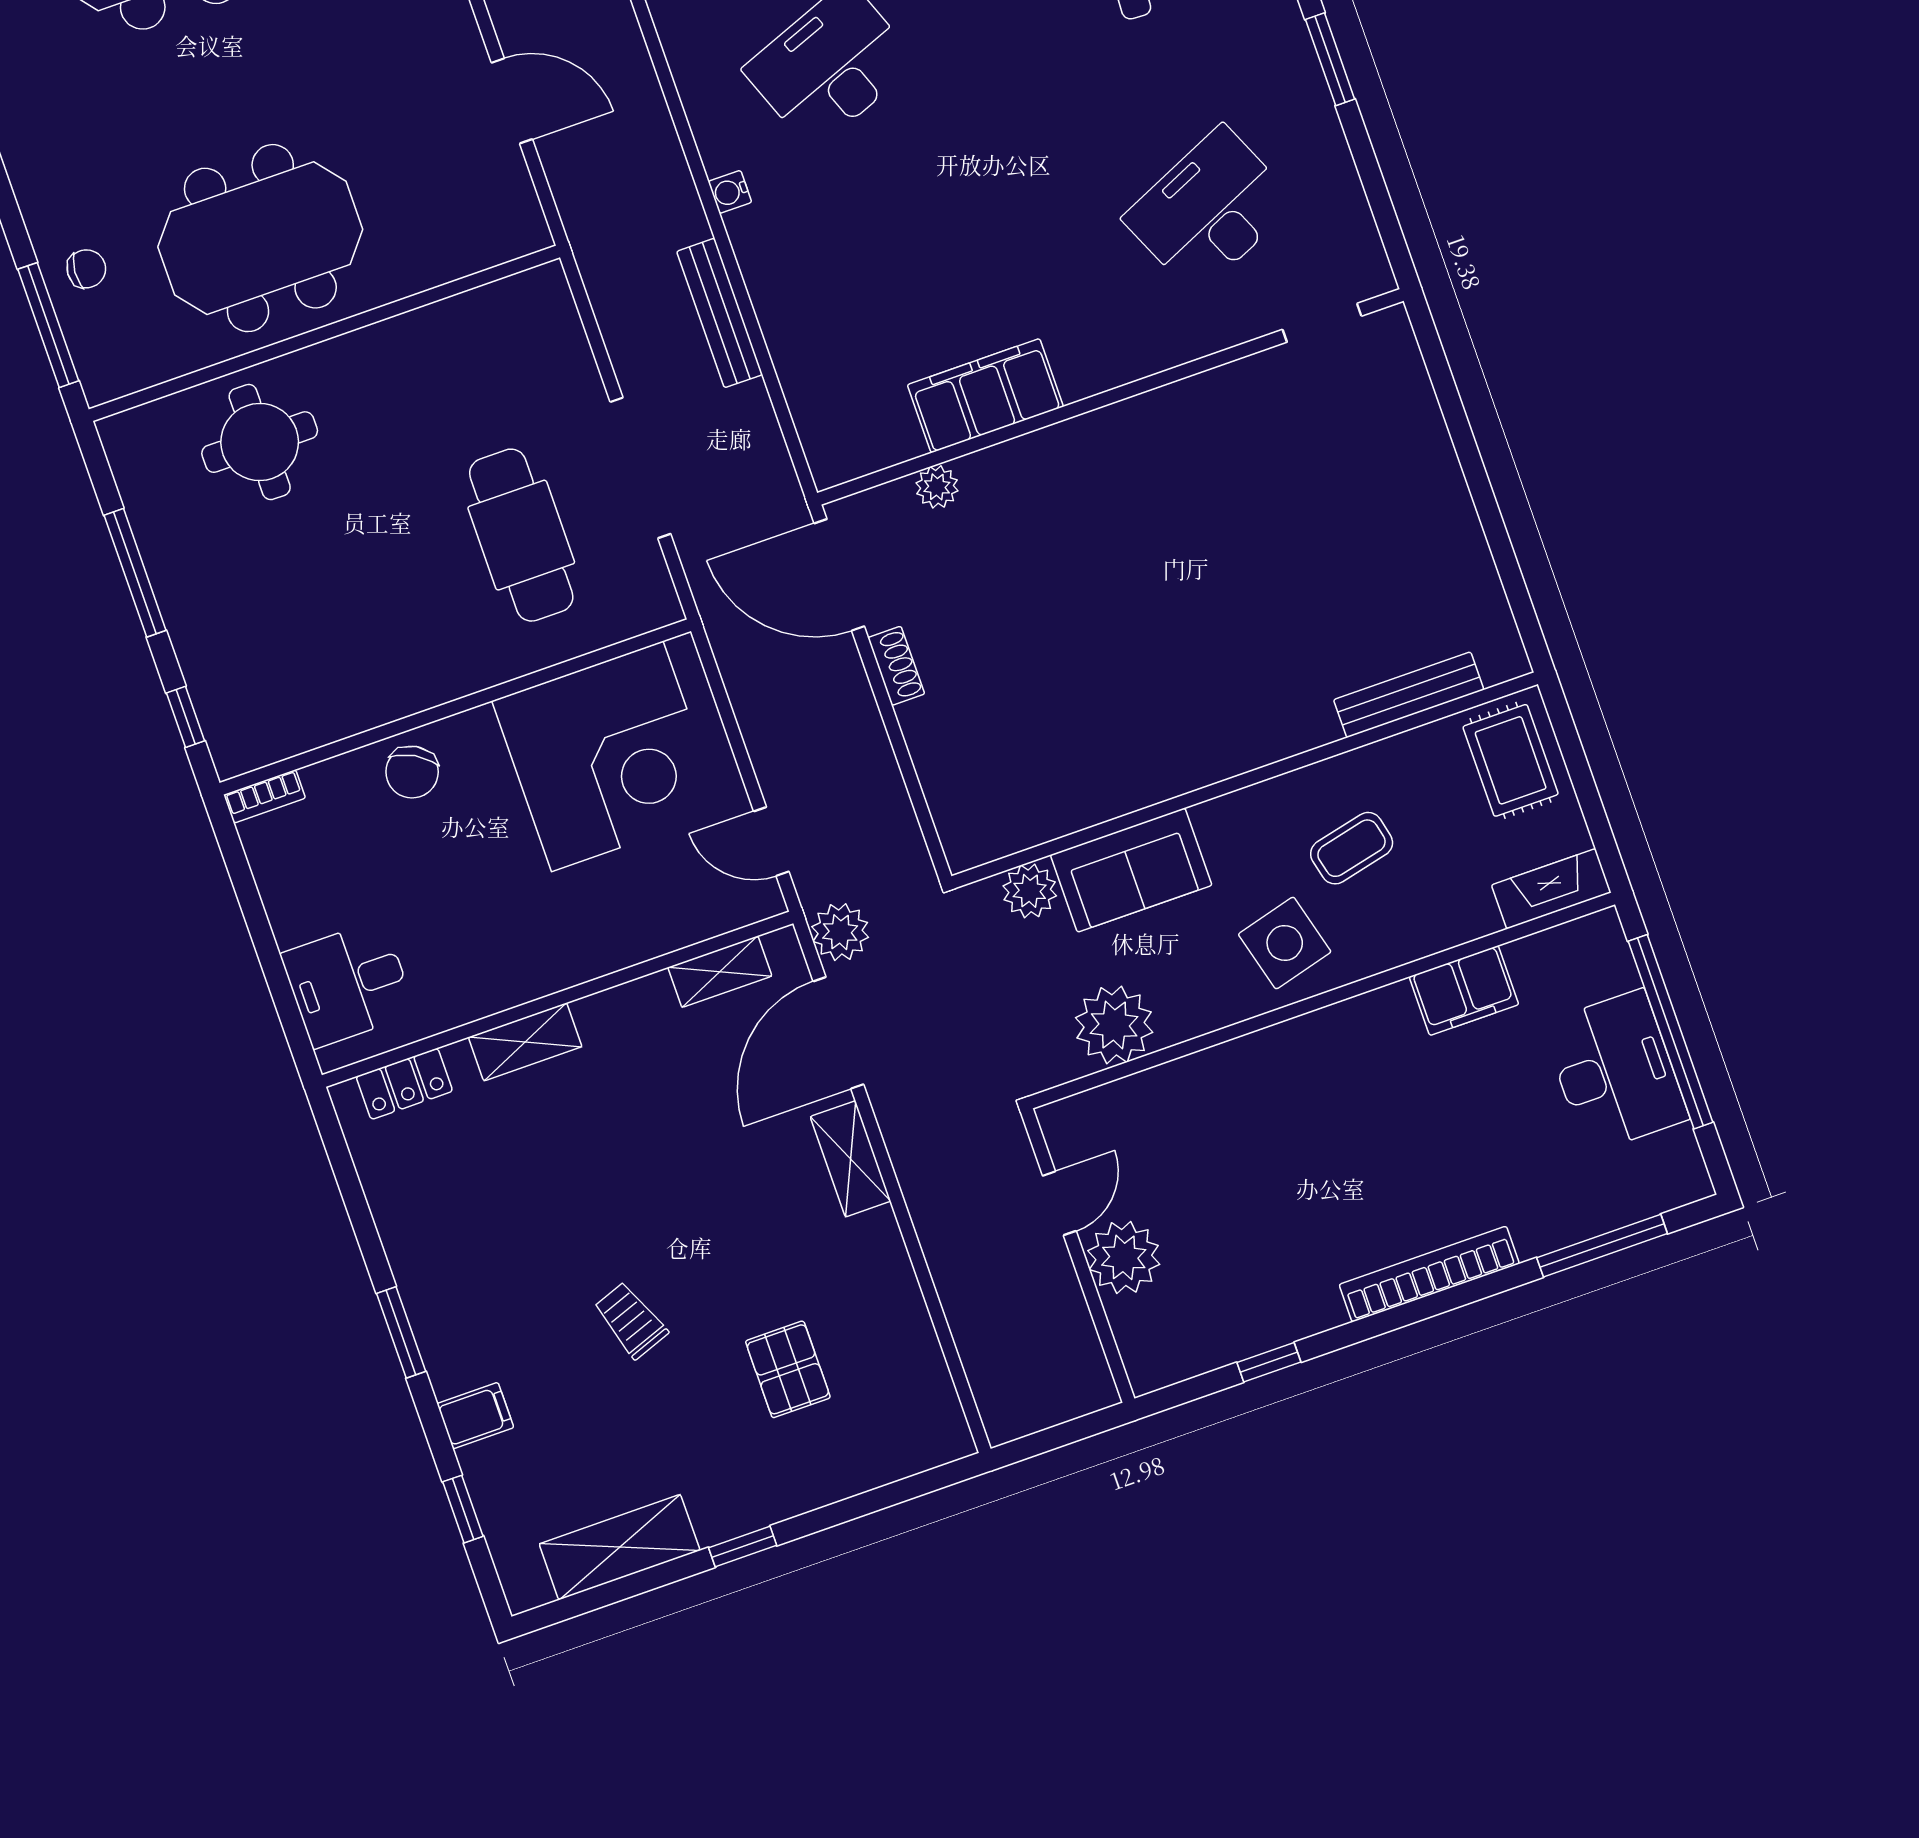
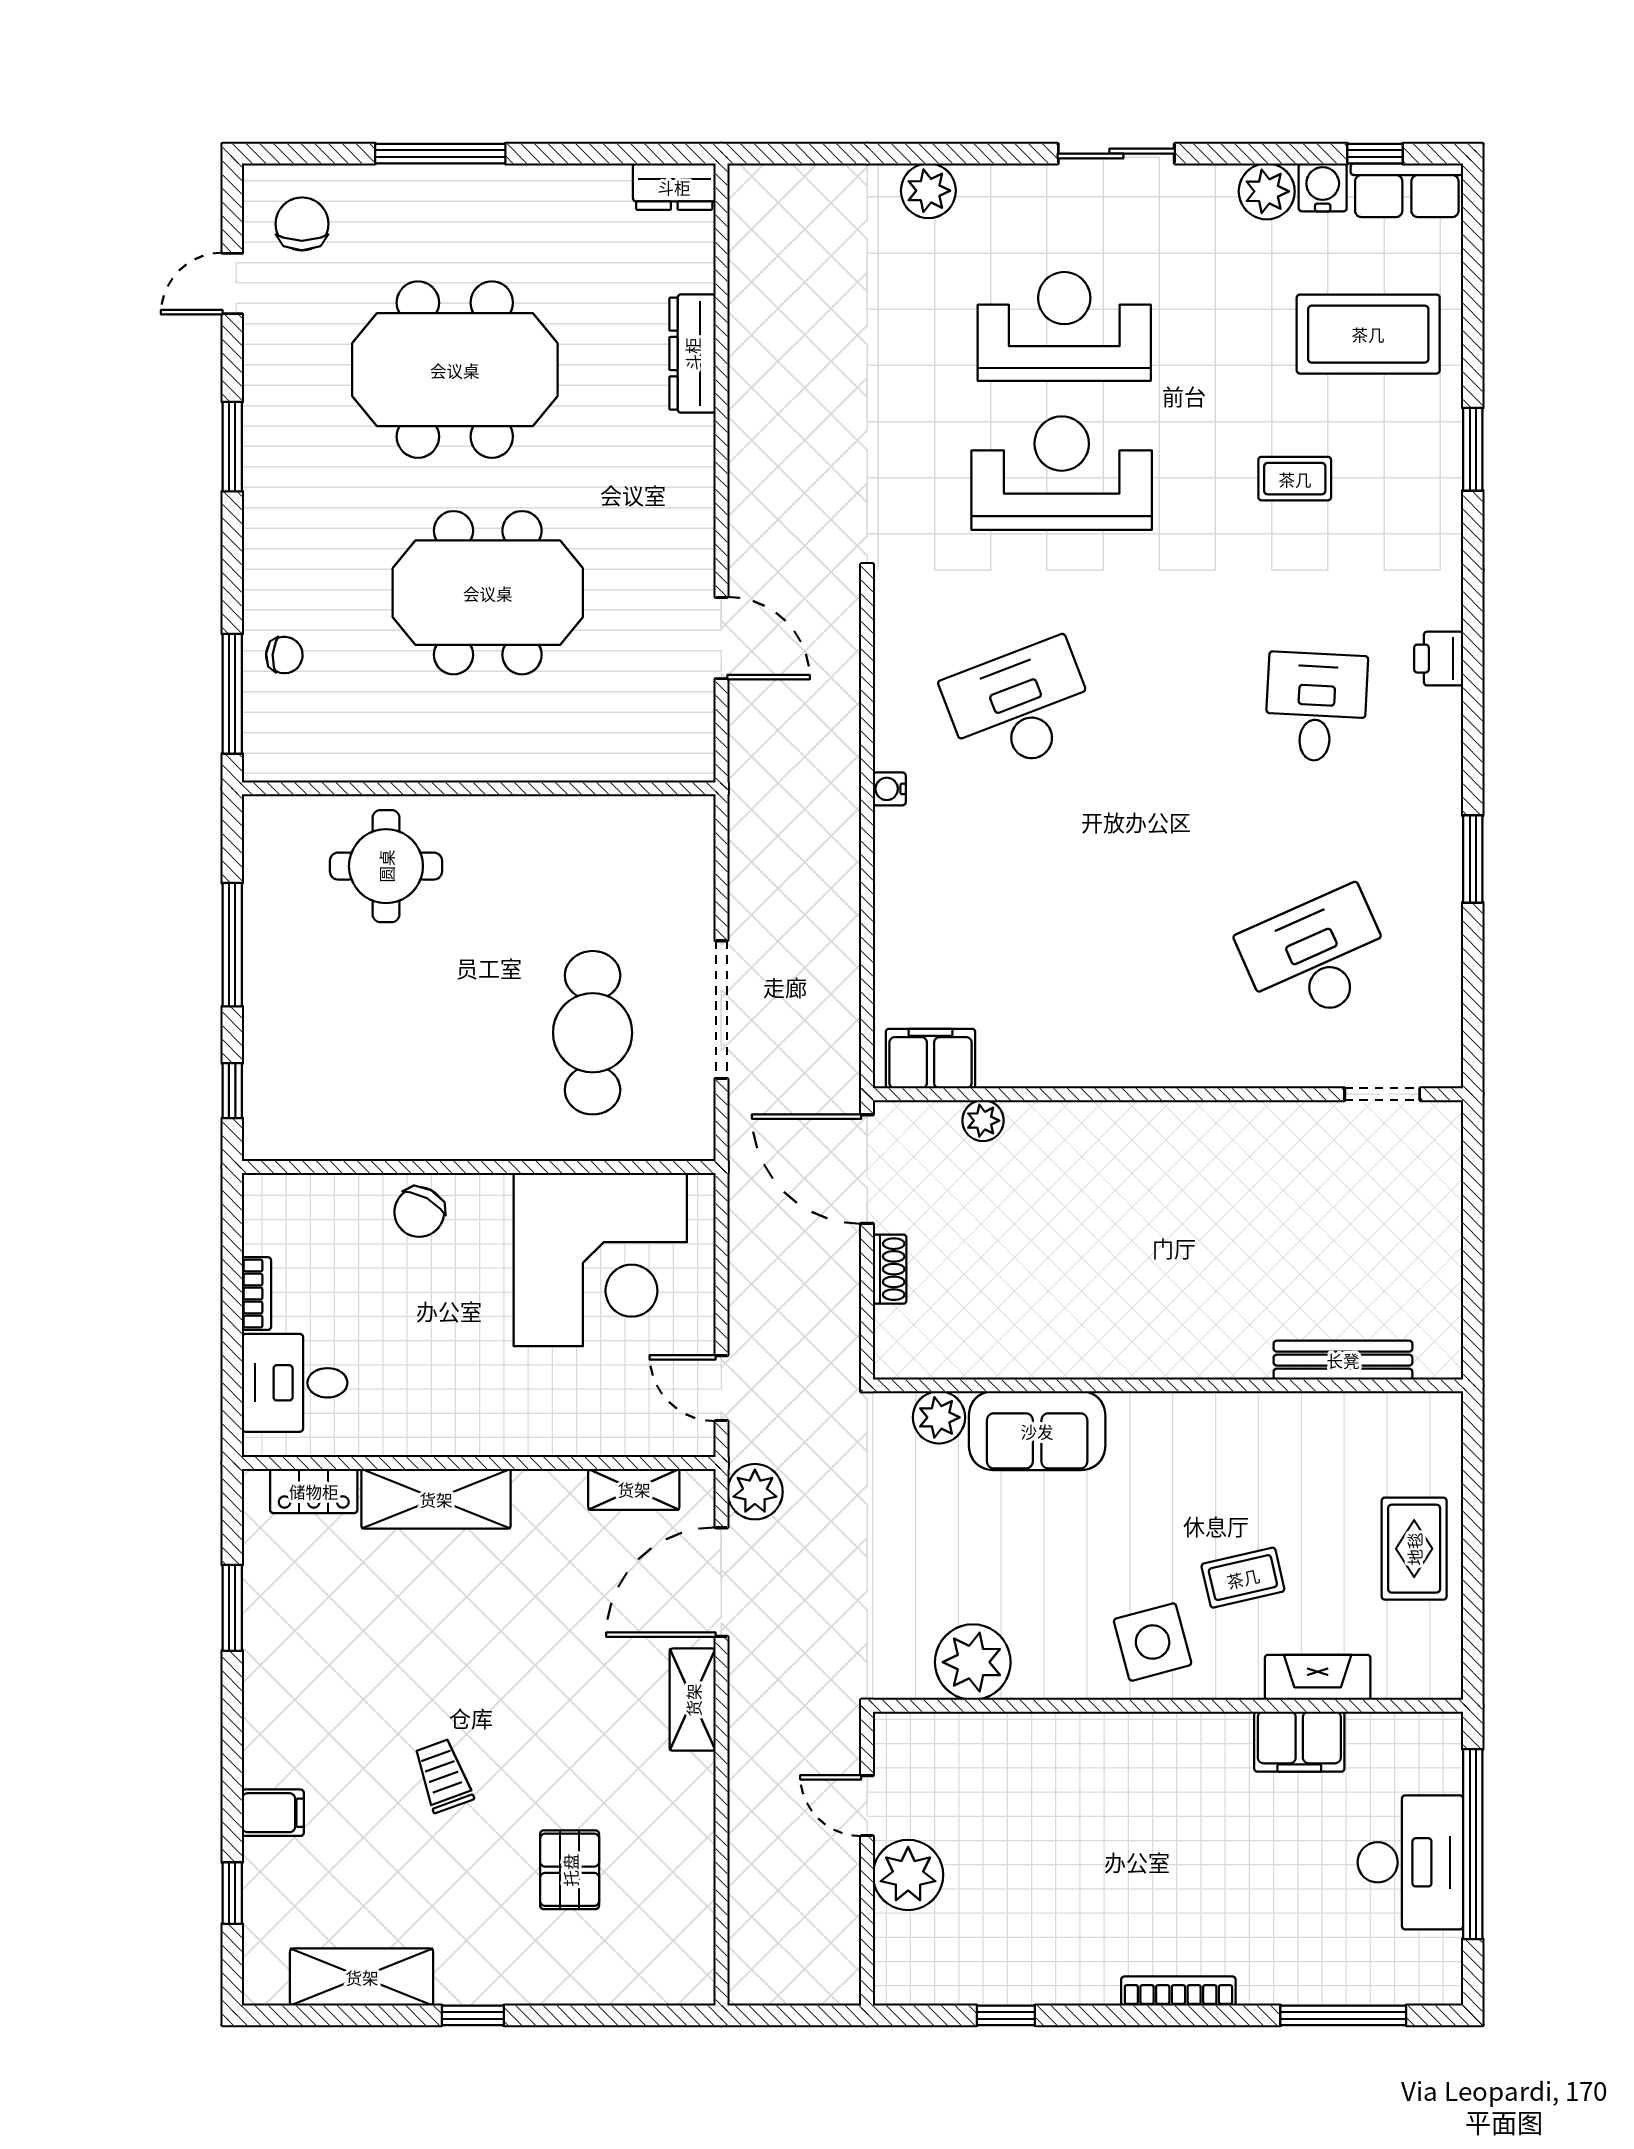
meeting table: (260, 238) -> (488, 593), moved
bench: (720, 313) -> (842, 895), removed
filing cabinet: (985, 396) -> (931, 1059), moved, width x0.67, depth x0.86
bench: (1409, 695) -> (1343, 1360), moved
wall: (1245, 780) -> (1168, 1385), moved
bookcase: (265, 796) -> (256, 1294), moved, turned -90
sofa: (1131, 870) -> (1037, 1431), moved
fireplace: (1551, 889) -> (1318, 1677), moved
plant: (1030, 891) -> (939, 1417), moved
shelving: (525, 1042) -> (436, 1499), width x1.50, depth x1.33
door: (1059, 1203) -> (867, 1806), swing flipped
bookcase: (1429, 1274) -> (1178, 1991), width x0.68, depth x0.76
window: (401, 1332) -> (232, 1608), moved

